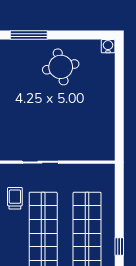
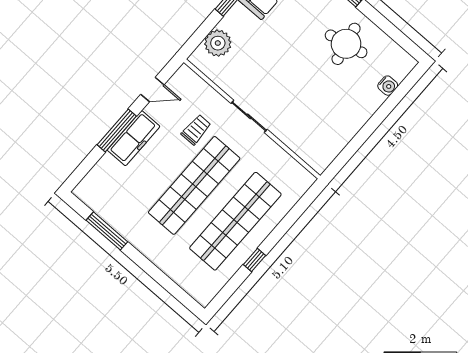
water cooler: (108, 46) -> (388, 86), moved, turned 90

